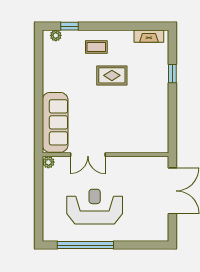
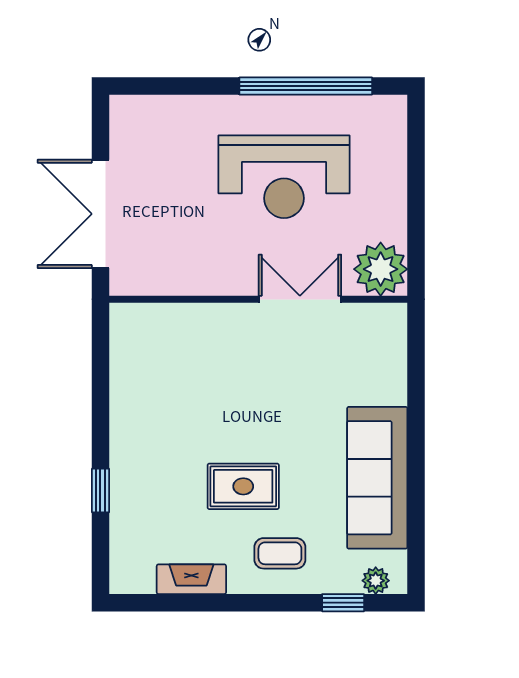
fireplace: (149, 36) -> (191, 579), moved
sofa: (55, 122) -> (377, 478), moved
plant: (48, 162) -> (381, 269), width x1.87, depth x1.87

